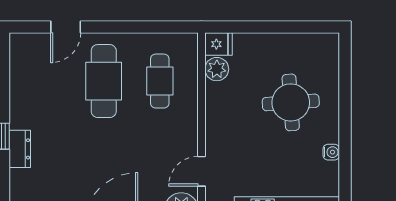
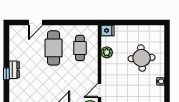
plant: (217, 69) -> (107, 52), moved
dresser: (20, 149) -> (14, 70), moved

